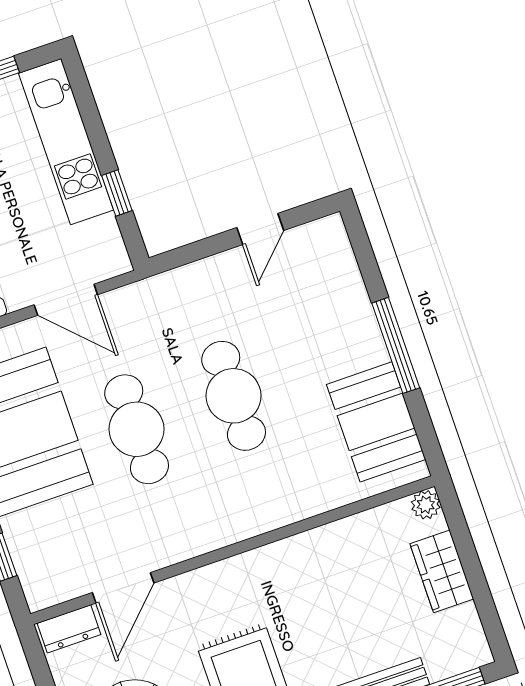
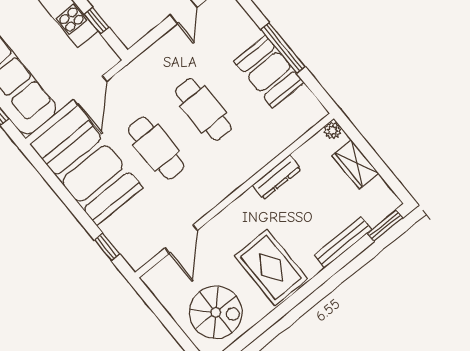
door: (66, 300) -> (90, 90), hinge flipped
booth: (376, 422) -> (269, 72), moved
dresser: (69, 629) -> (277, 177), moved, width x1.44

